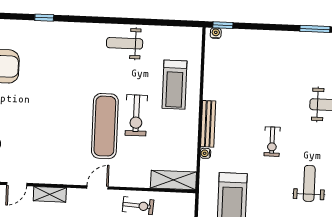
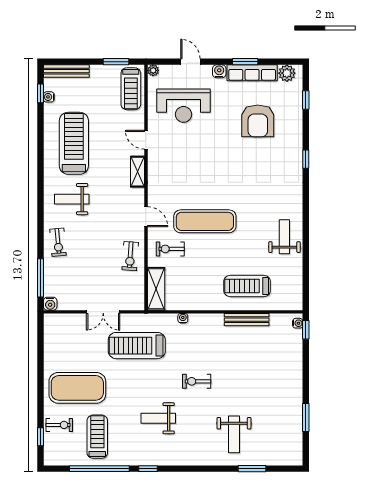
exercise bike: (136, 115) -> (170, 249), moved, width x0.73, depth x0.72
bench: (208, 124) -> (247, 320), moved
weight bench: (309, 183) -> (158, 418), turned 180

